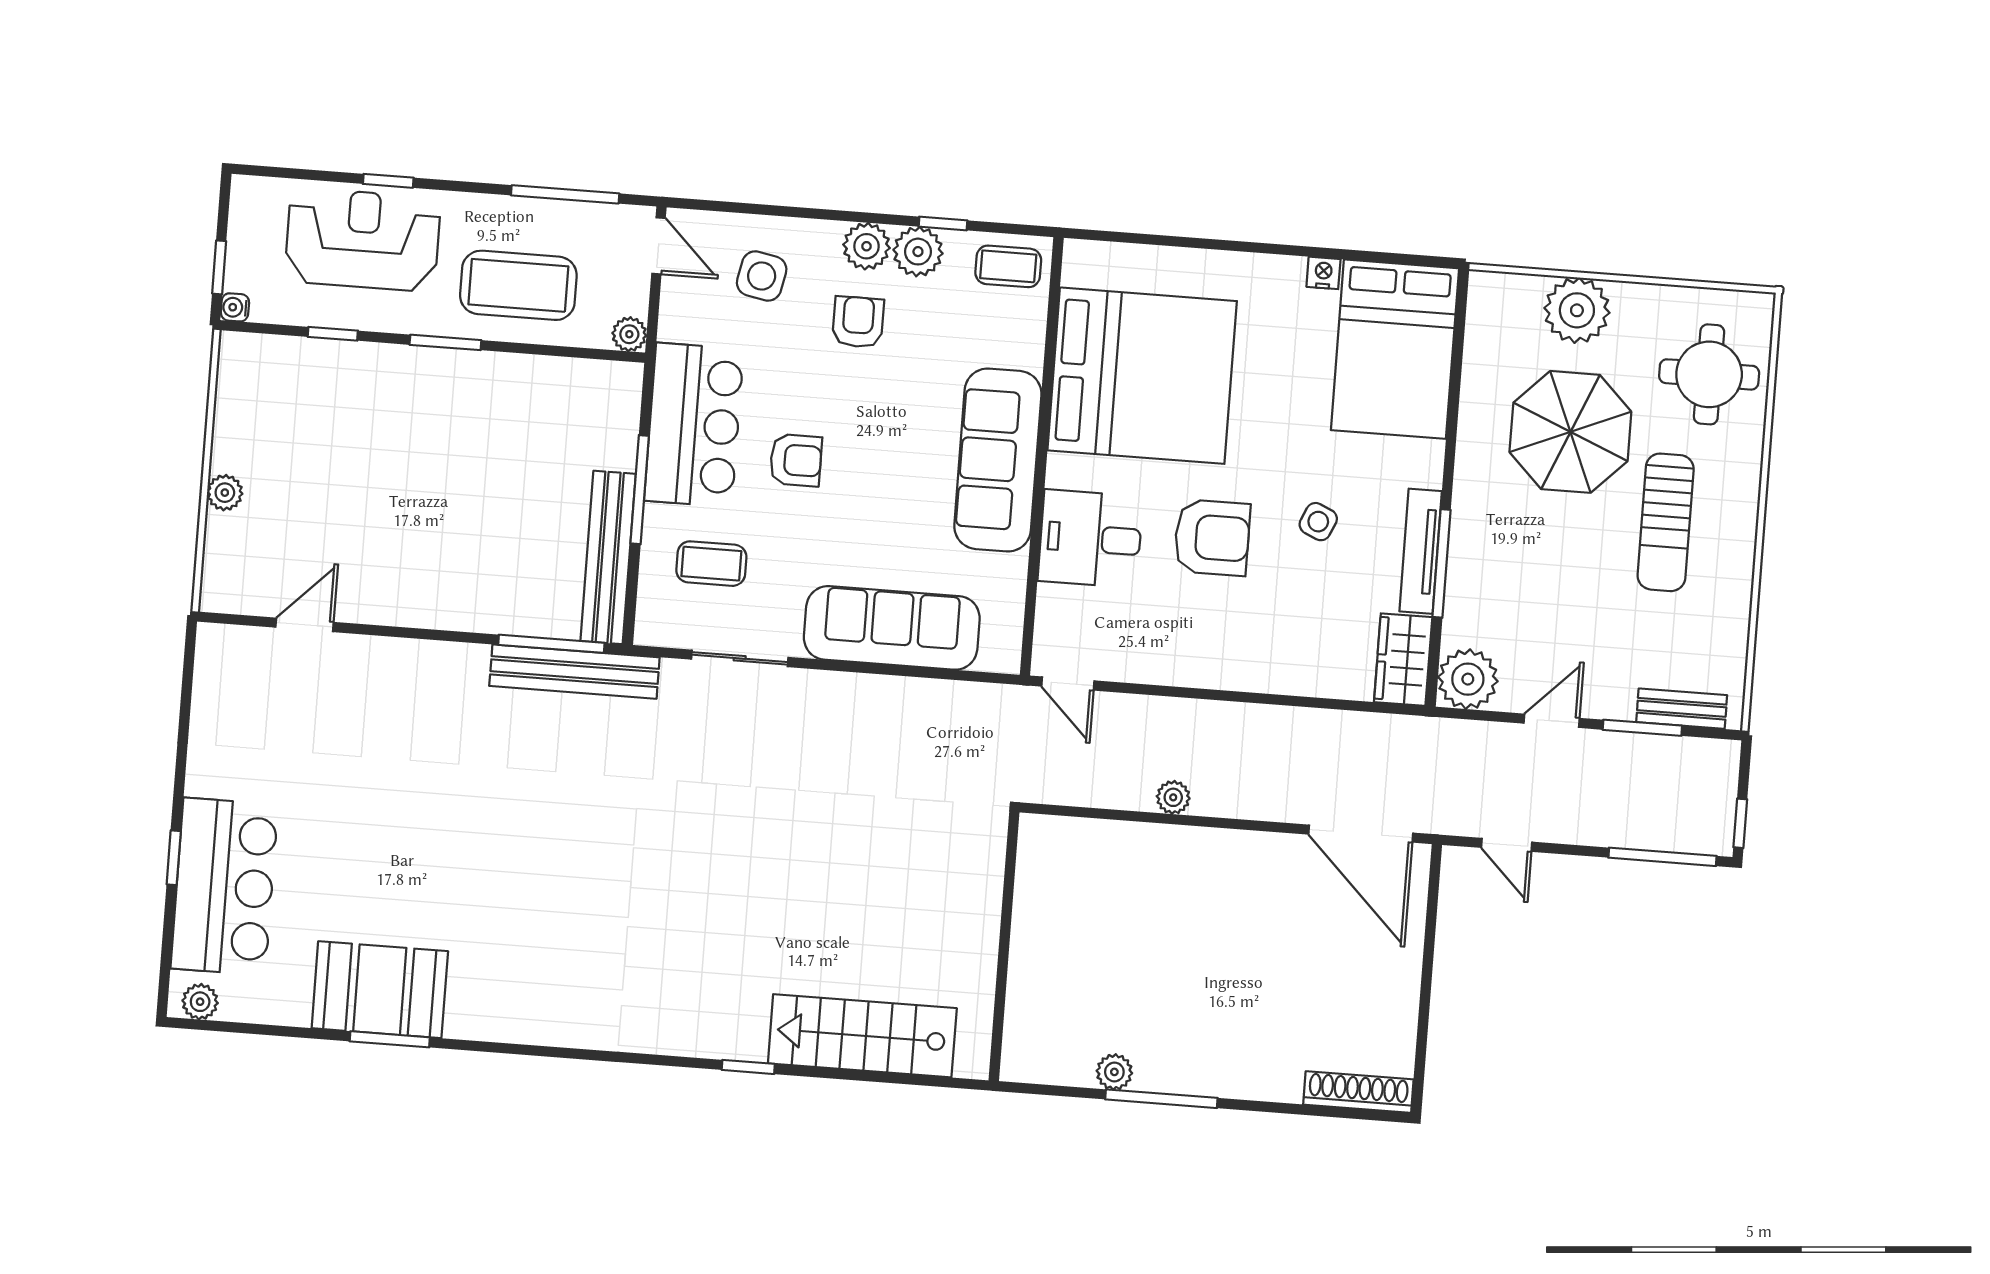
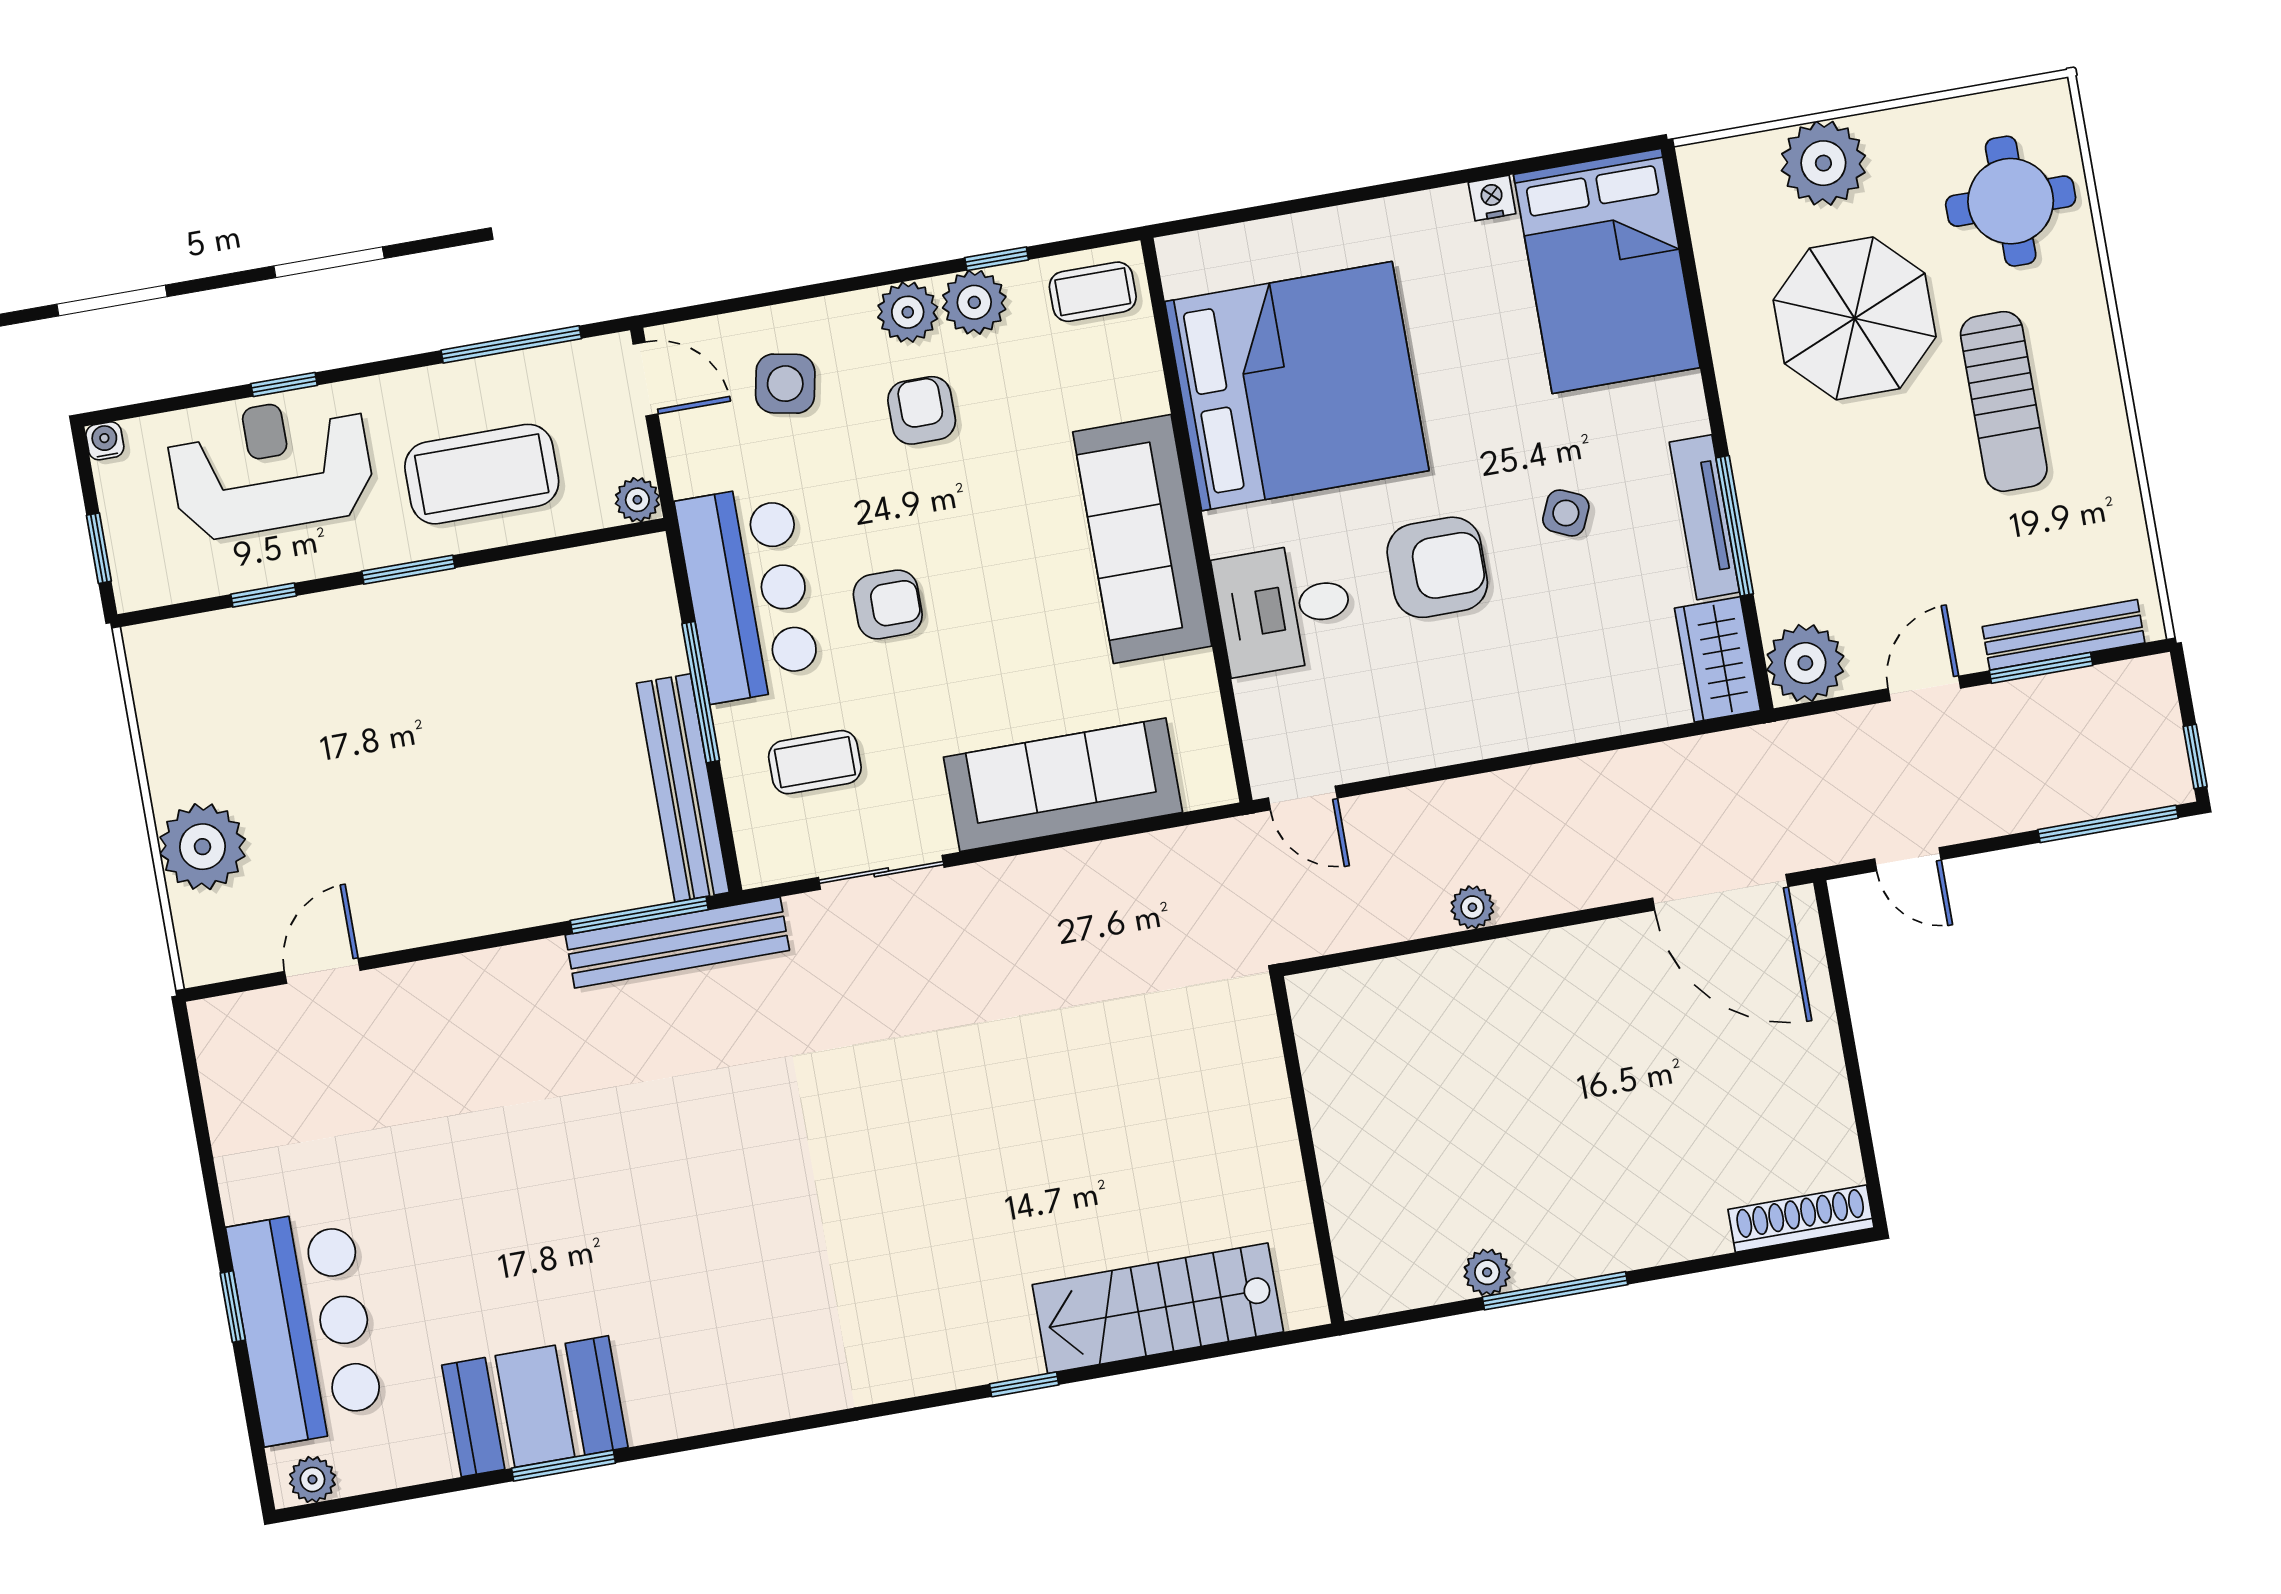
water cooler: (235, 307) -> (105, 441), moved, turned 90
plant: (225, 493) -> (202, 847), width x1.88, depth x1.88
bench: (1682, 709) -> (2064, 635), width x1.36

